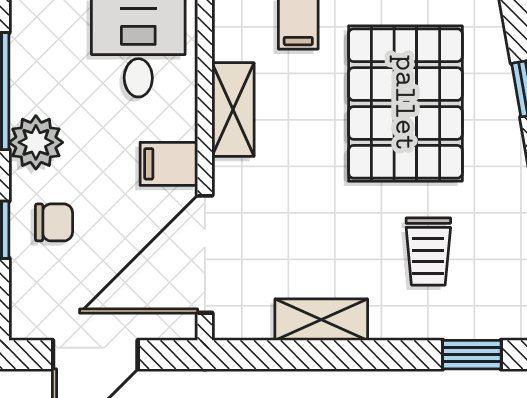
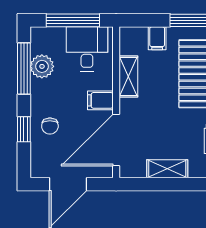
plant: (36, 142) -> (42, 66), moved
chair: (54, 222) -> (50, 126), turned 90

